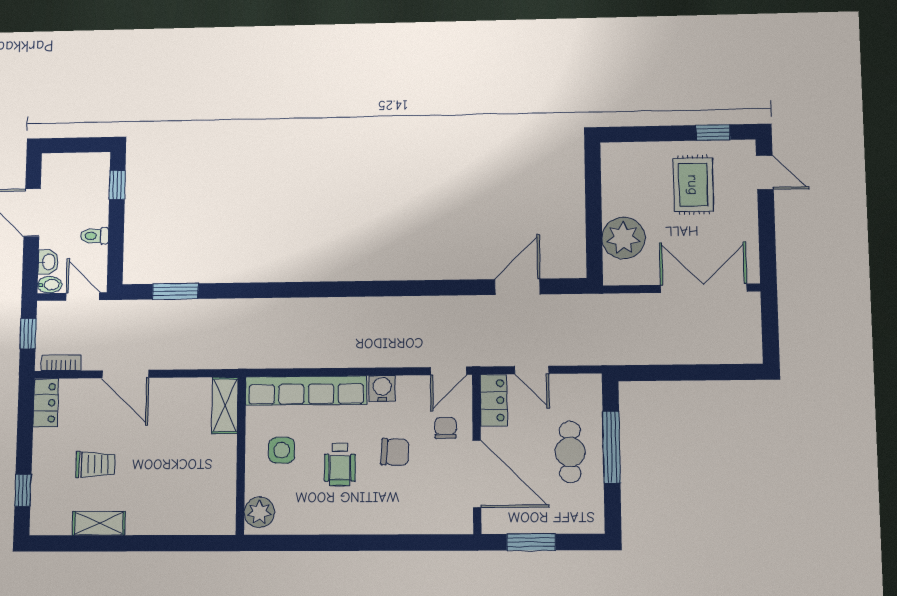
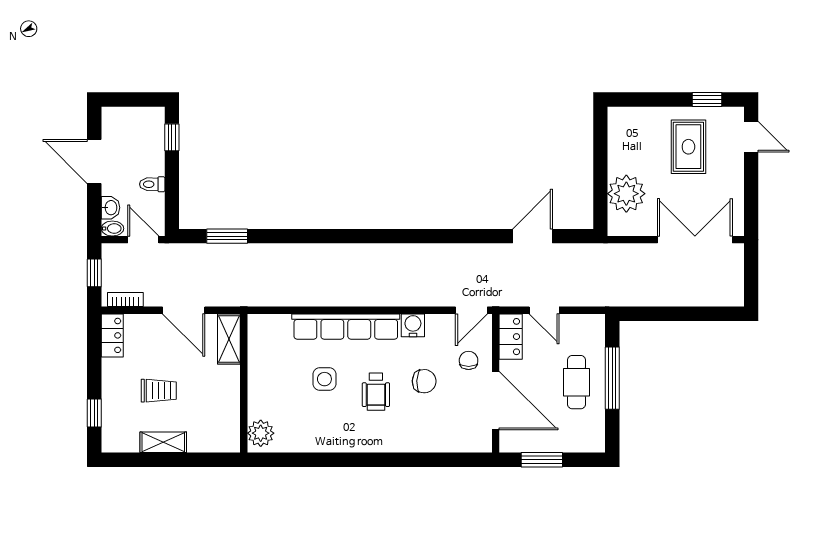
shelving: (225, 405) -> (229, 339), moved
wall: (241, 455) -> (244, 383), moved
plant: (259, 512) -> (261, 433), moved

